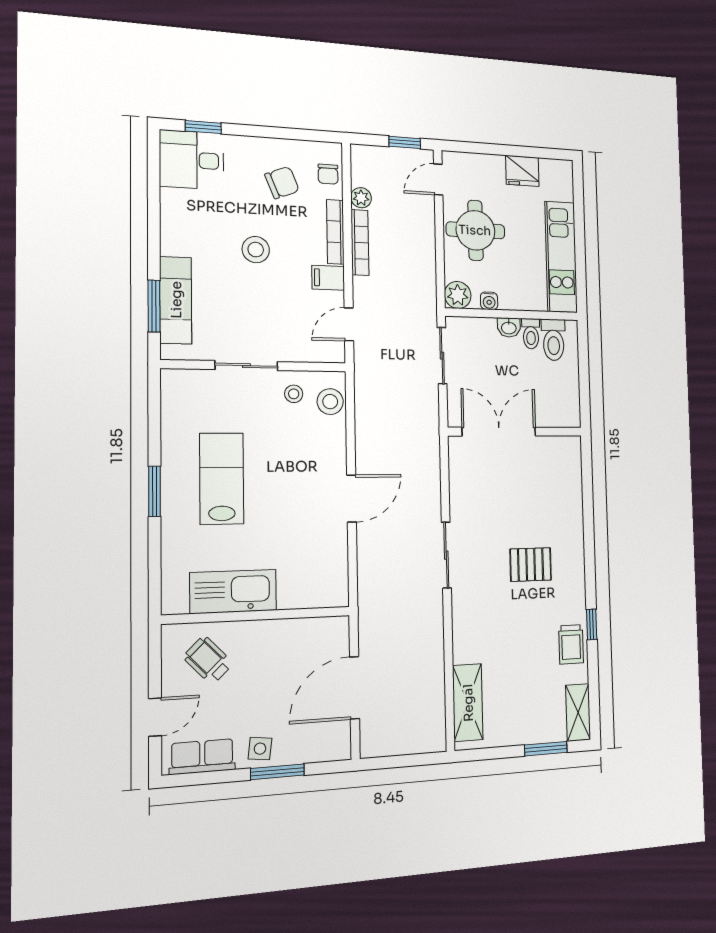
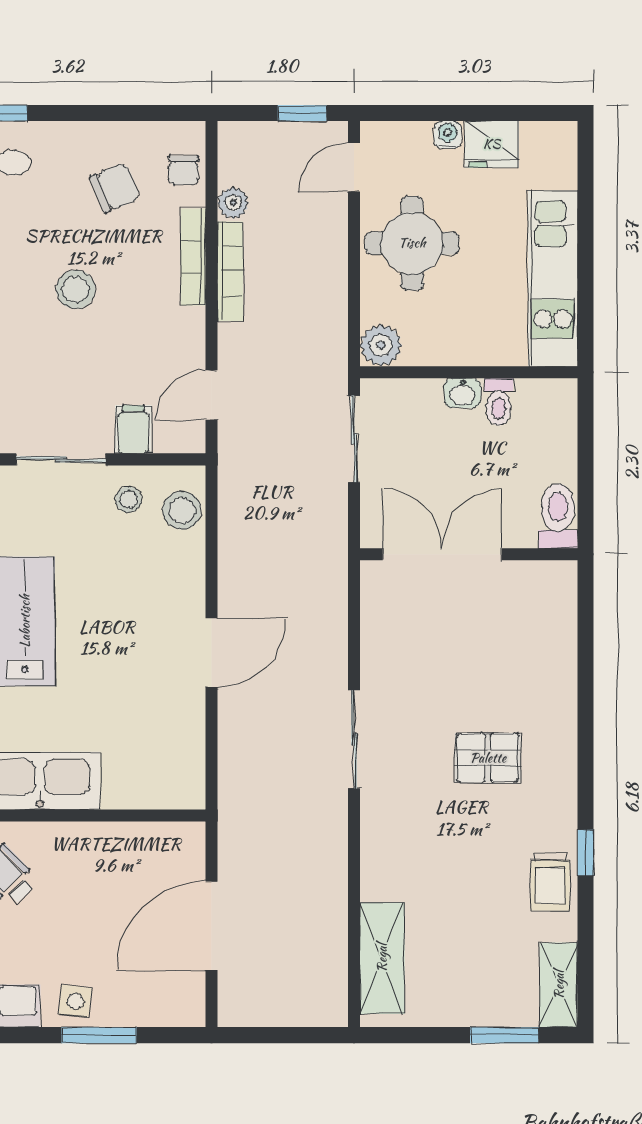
filing cabinet: (328, 278) -> (133, 429), moved, turned 90
water cooler: (489, 301) -> (448, 135), moved, turned 180
toilet: (554, 340) -> (558, 516), moved, turned 180

